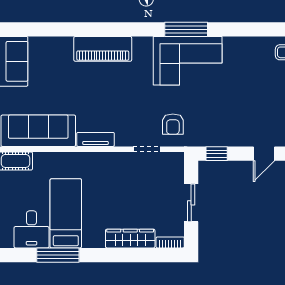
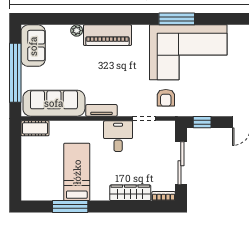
plant: (66, 43) -> (77, 31), added
corner sofa: (188, 61) -> (188, 52), width x1.36, depth x1.36
sliding door: (191, 203) -> (181, 163), width x1.37
desk: (32, 229) -> (118, 136), moved, turned 180

